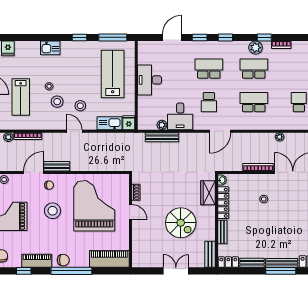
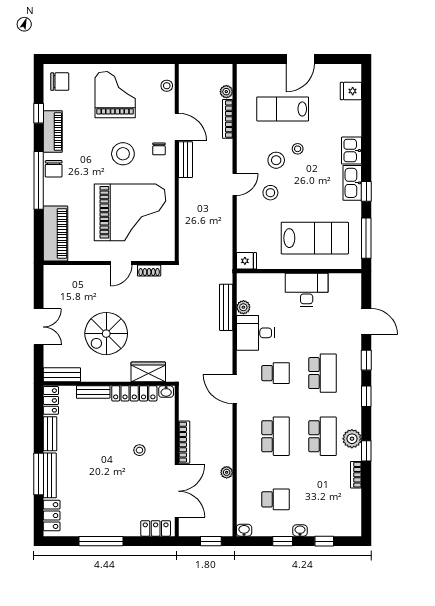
school desk: (209, 102) -> (275, 373), turned 180
kitchen sink: (110, 123) -> (352, 183), moved, turned 180

